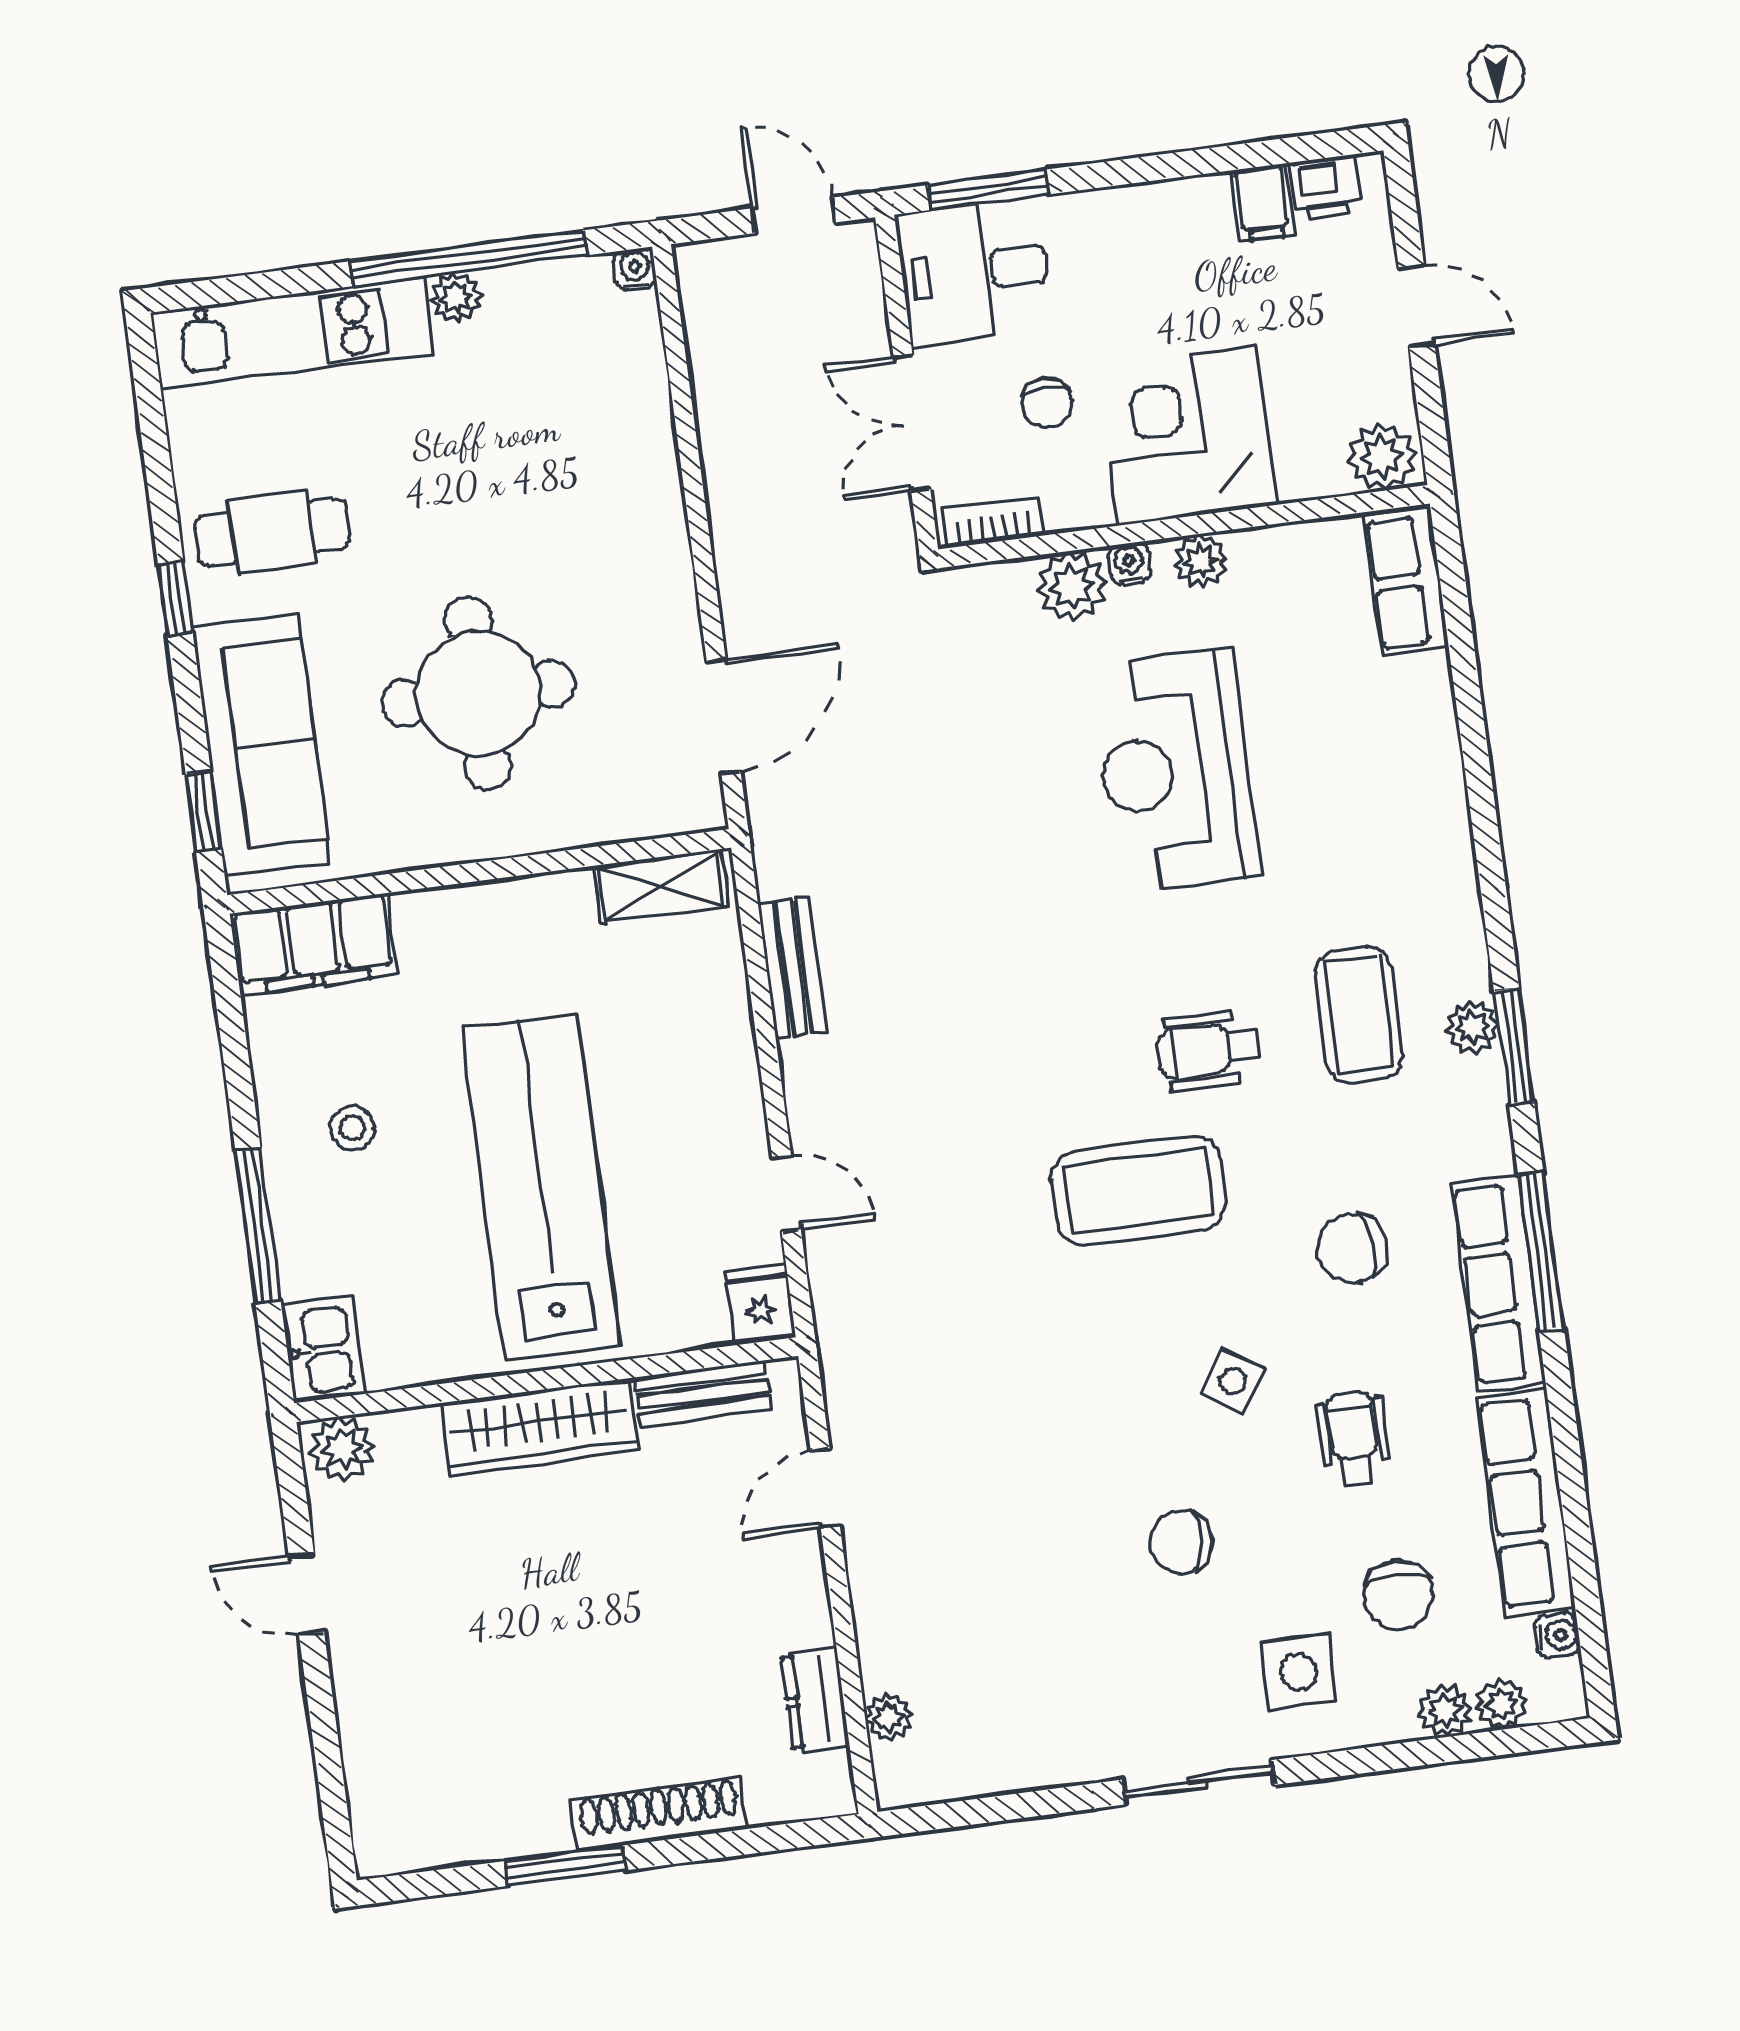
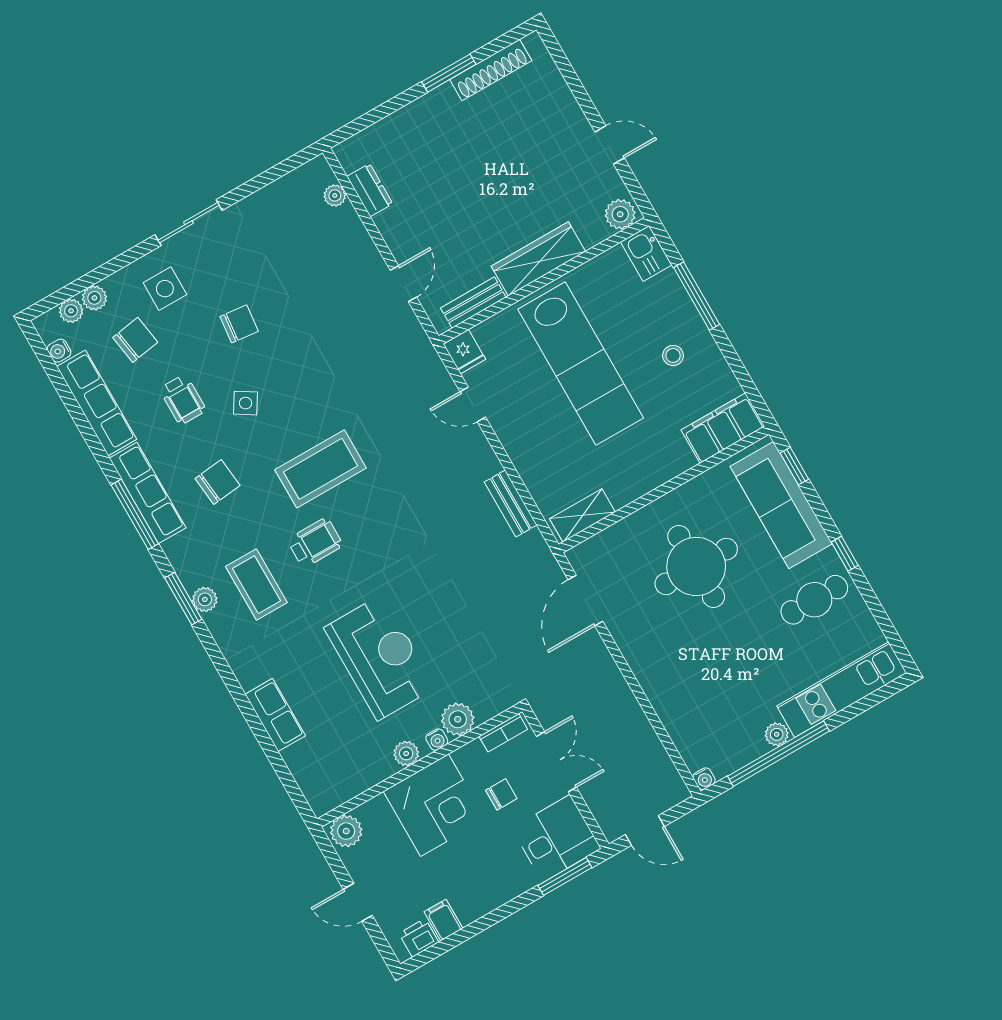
chair: (1047, 403) -> (501, 794), turned 90
row of seats: (1406, 582) -> (275, 715), moved
chair: (1399, 1595) -> (135, 340), turned 81
shoe rack: (659, 1814) -> (491, 70), moved

